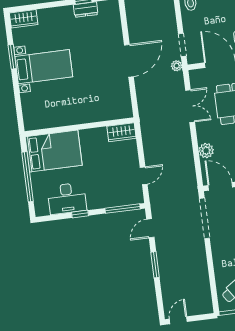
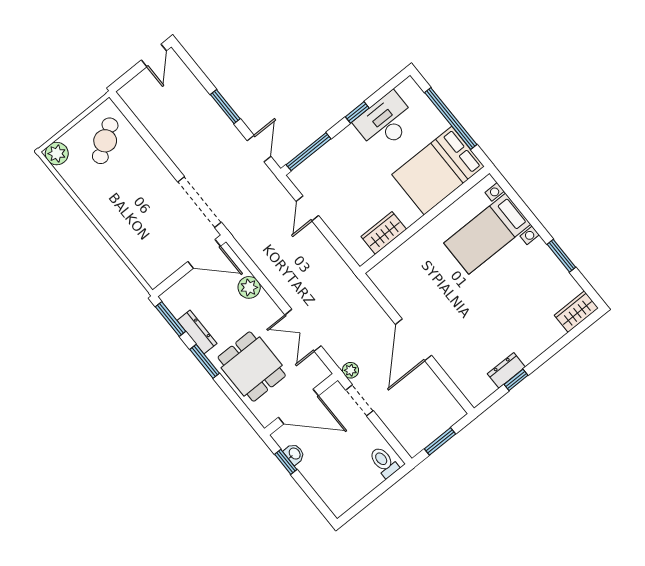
bed with nightstands: (44, 67) -> (487, 234), moved
wardrobe: (121, 132) -> (384, 233), moved

